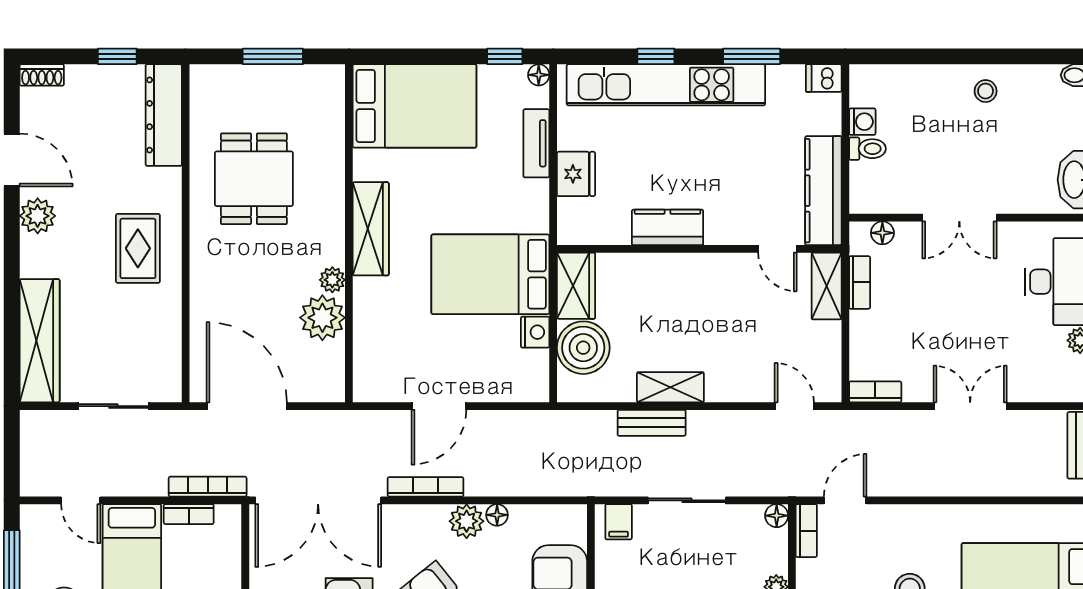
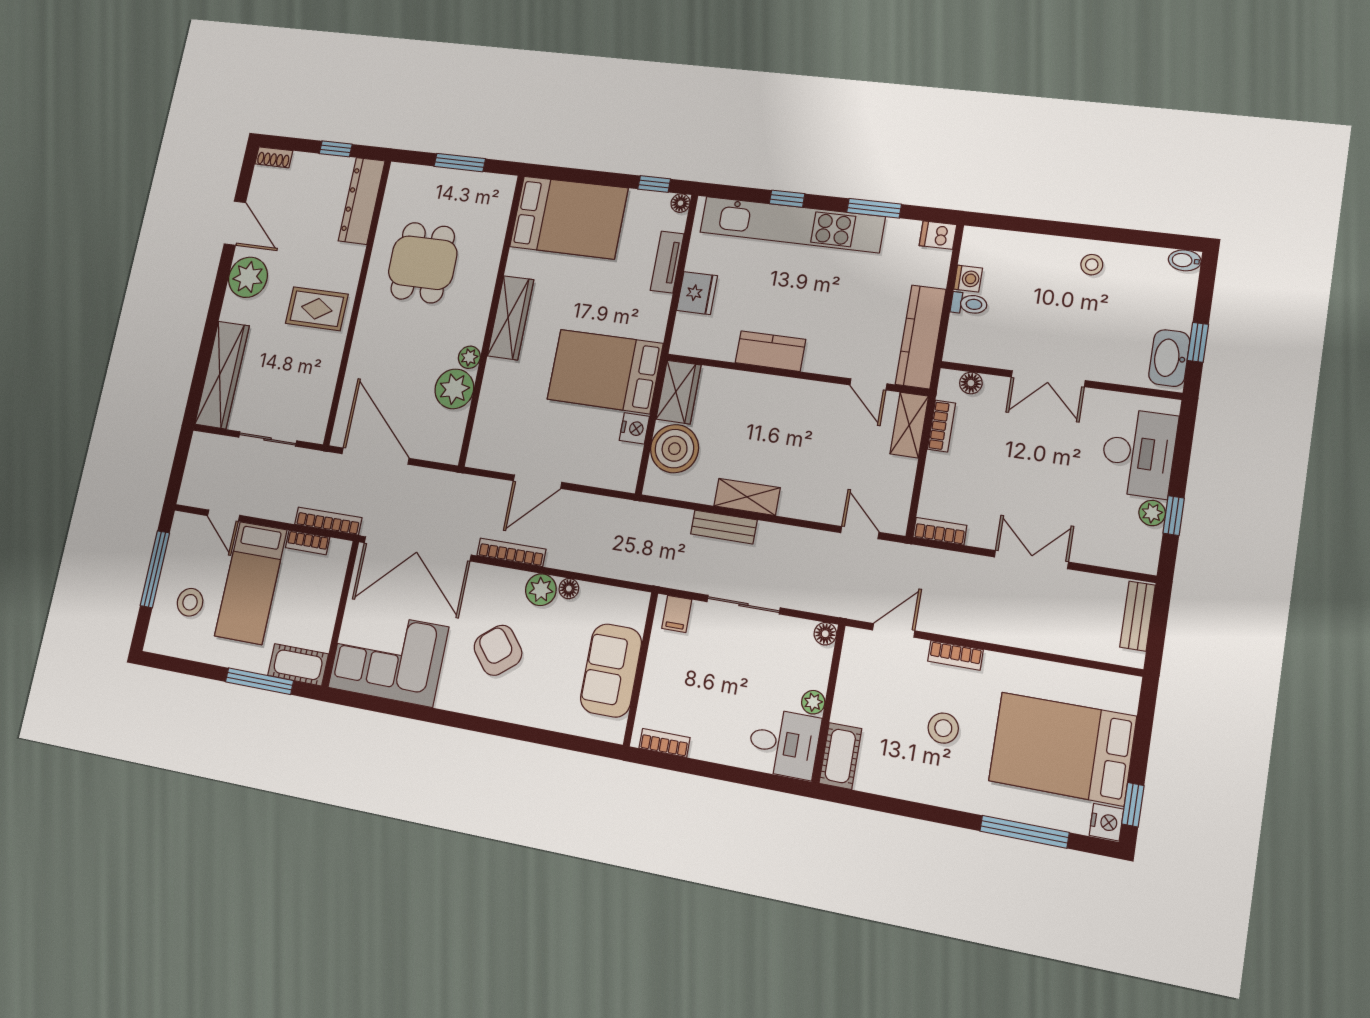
plant: (38, 216) -> (248, 277), width x1.36, depth x1.36
rug: (138, 248) -> (317, 309), turned 90
bookcase: (806, 531) -> (955, 655), moved, turned 90

